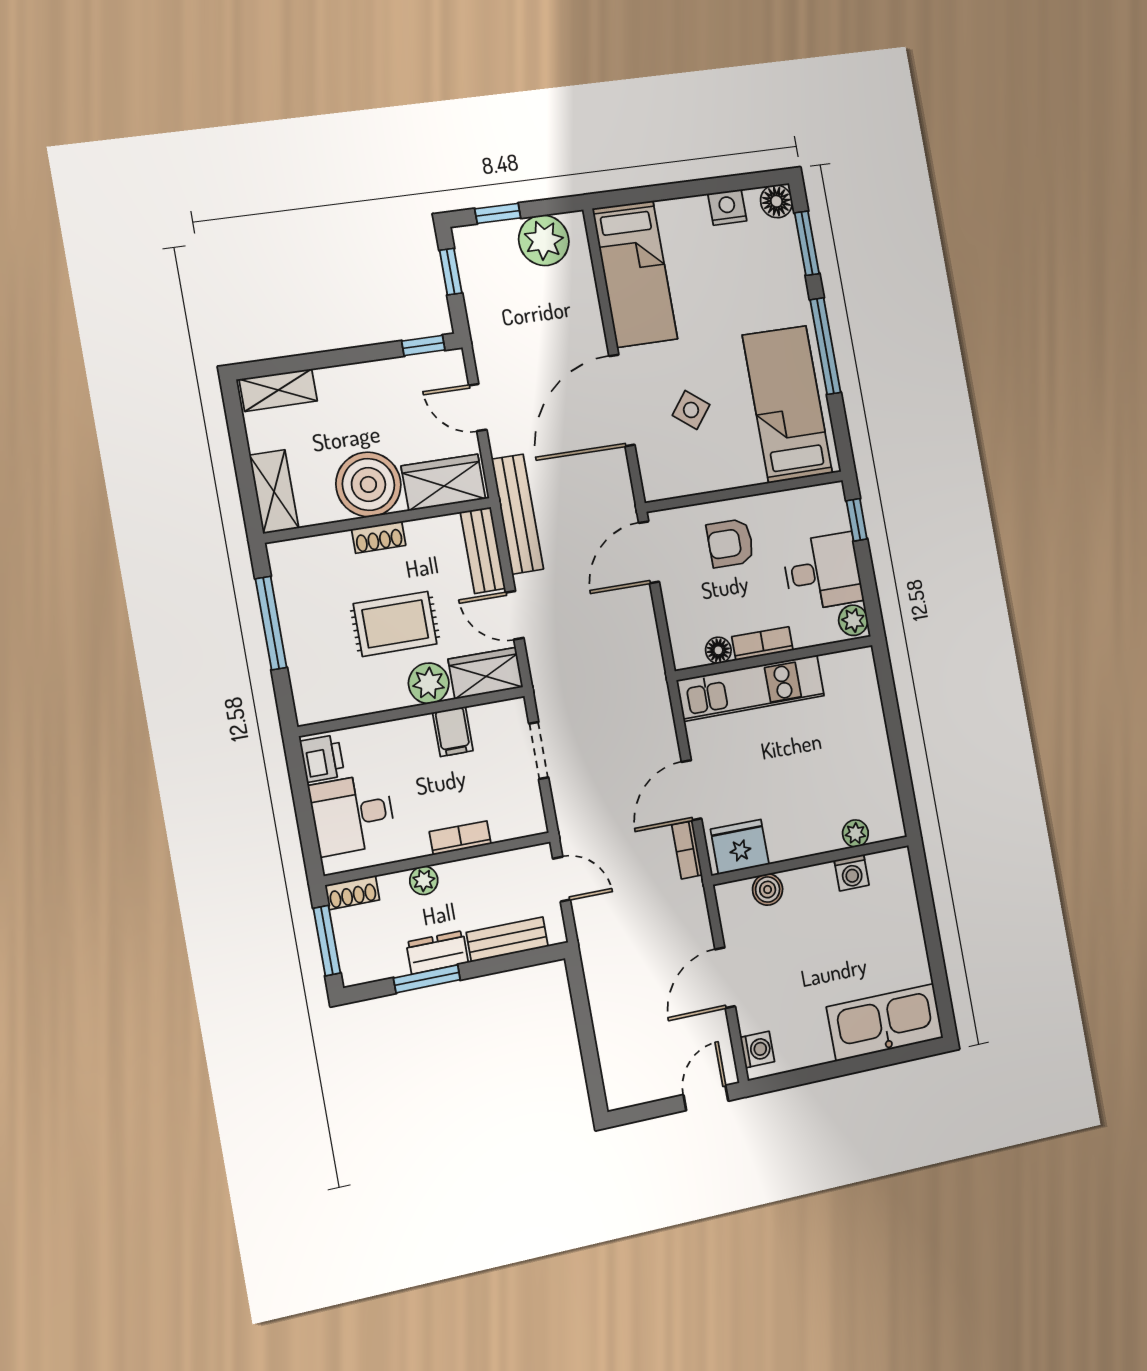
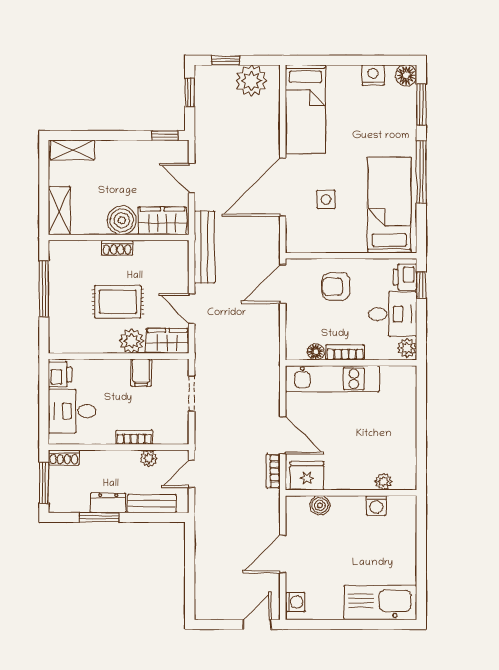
side table: (691, 410) -> (326, 199), turned -38
boiler: (368, 484) -> (122, 220), width x0.73, depth x0.73
printer: (831, 511) -> (405, 277), added
bench: (483, 550) -> (179, 266), removed
door: (692, 790) -> (283, 435), swing flipped
door: (562, 879) -> (192, 474), swing flipped
plant: (424, 880) -> (149, 458), moved

